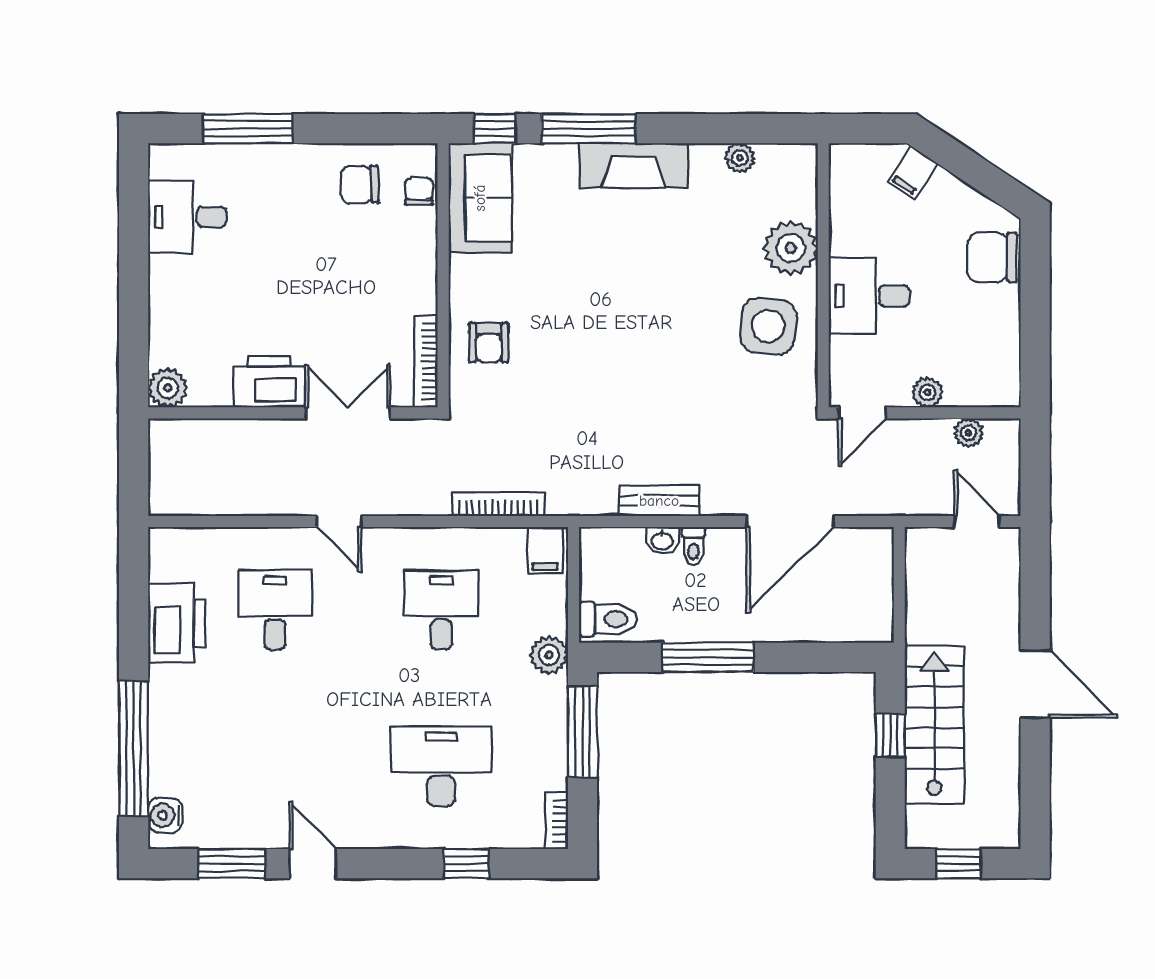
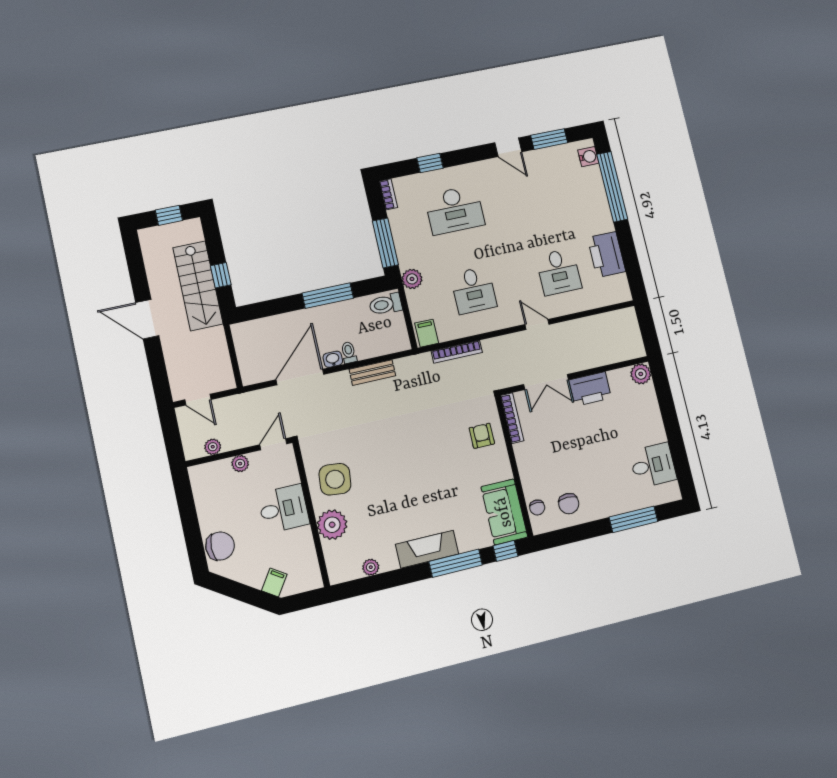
chair: (360, 185) -> (569, 504), turned 92
washbasin: (662, 540) -> (333, 359), moved

